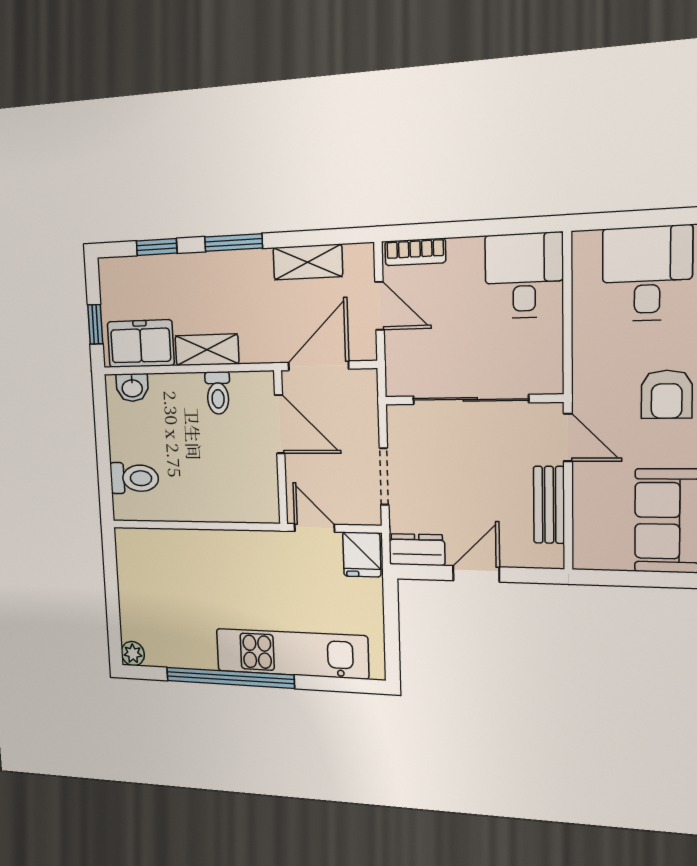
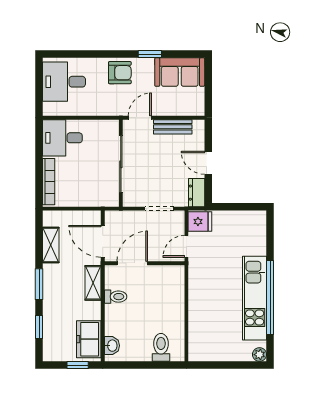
bookcase: (415, 252) -> (49, 182), width x1.56
door: (380, 306) -> (74, 209), removed
shelving: (207, 350) -> (93, 283), moved
kitchen unit: (291, 654) -> (255, 298), moved

